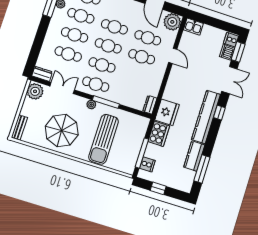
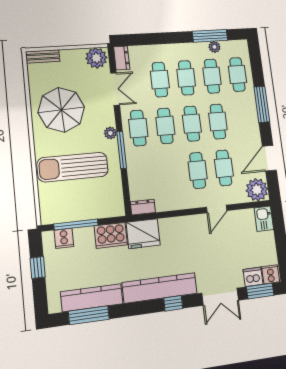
kitchen counter: (194, 156) -> (92, 298), width x1.50

